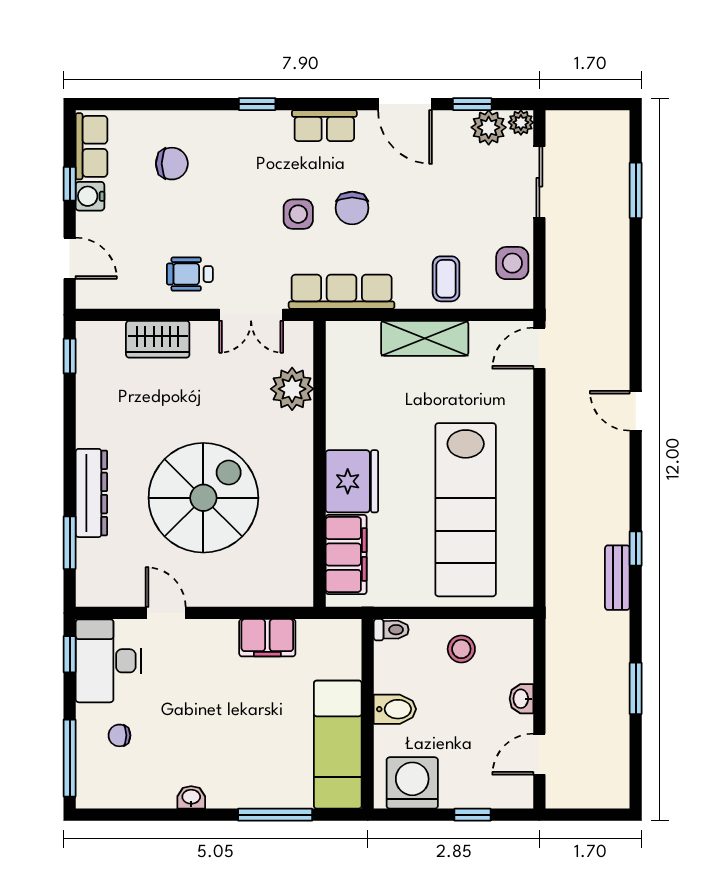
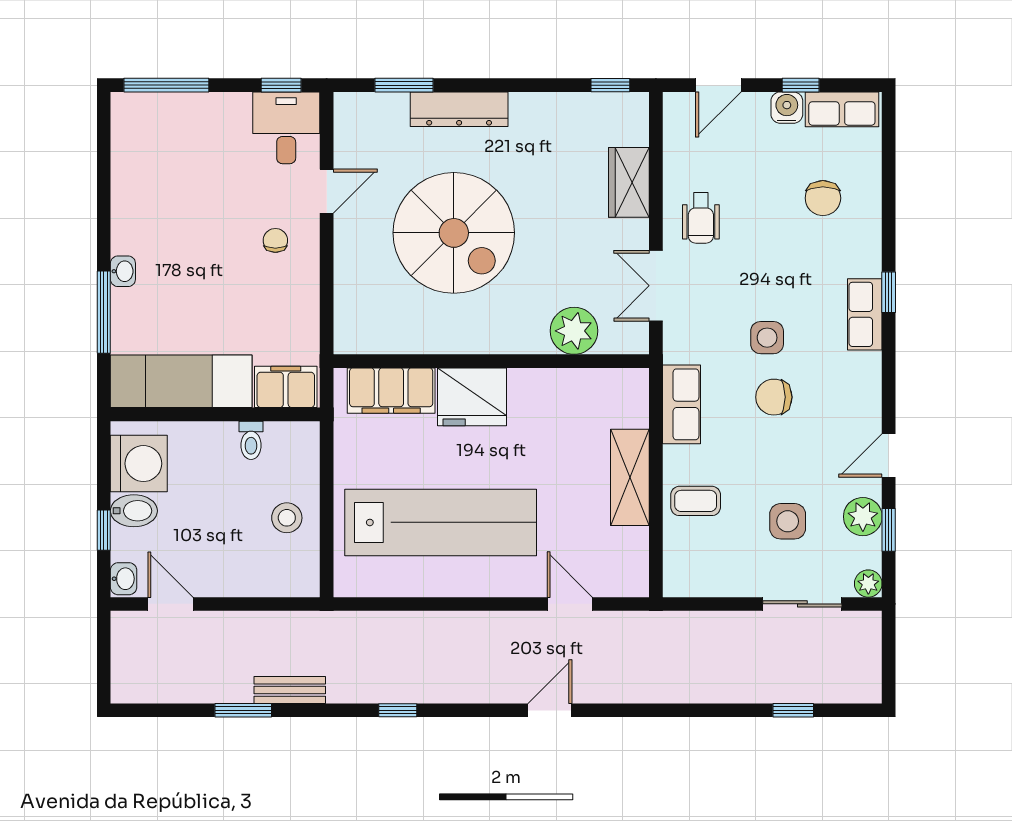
door: (405, 104) -> (889, 456), width x0.73
row of seats: (324, 126) -> (865, 314), moved
plant: (489, 127) -> (863, 517), moved
window: (636, 190) -> (793, 710), width x0.67
side table: (512, 263) -> (788, 521), moved
wheelchair: (190, 274) -> (701, 218), turned 180
row of seats: (342, 292) -> (681, 404), width x0.68
door: (539, 348) -> (570, 604), moved
lab bench: (466, 510) -> (441, 522), turned 180
bench: (617, 578) -> (290, 690), moved
toilet: (391, 630) -> (251, 440), moved
filing cabinet: (267, 638) -> (286, 387), moved, turned 90
desk: (108, 661) -> (286, 128), width x0.73
washbasin: (521, 699) -> (124, 579), moved, turned 90
bidet: (395, 709) -> (134, 511), moved, turned -90
chair: (119, 735) -> (275, 240), moved
washbasin: (191, 797) -> (123, 271), moved

